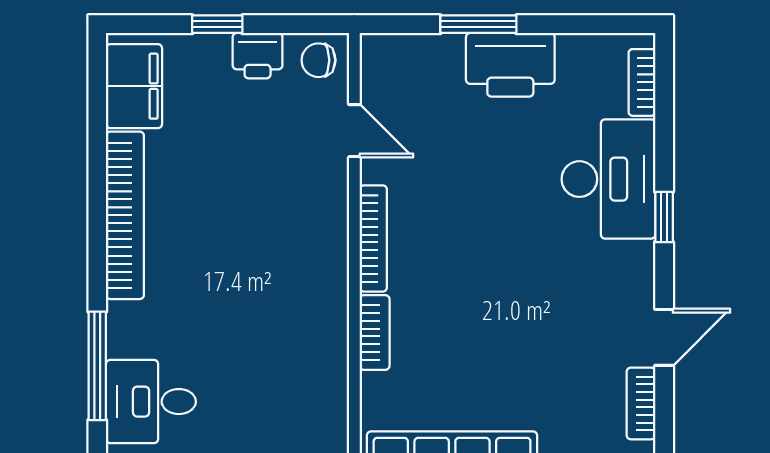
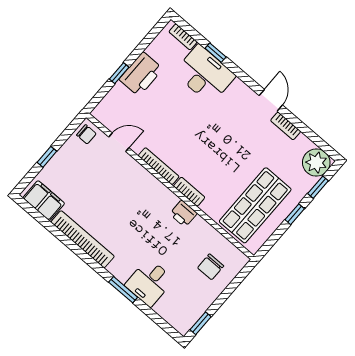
window: (478, 24) -> (119, 73), width x0.67
printer: (258, 56) -> (183, 214), moved, turned 90
chair: (318, 60) -> (86, 134), turned -90
window: (664, 217) -> (216, 53), moved
window: (97, 366) -> (123, 290), width x0.69

